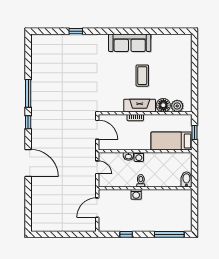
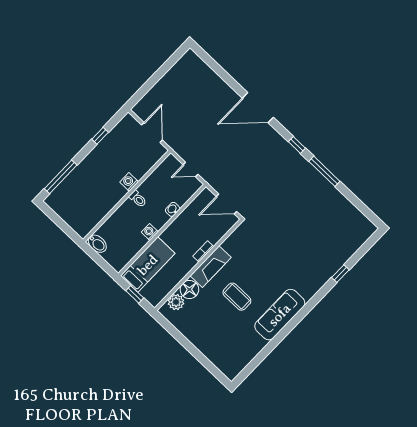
washing machine: (139, 157) -> (150, 232), moved

